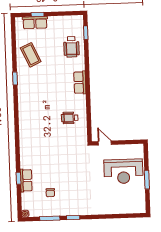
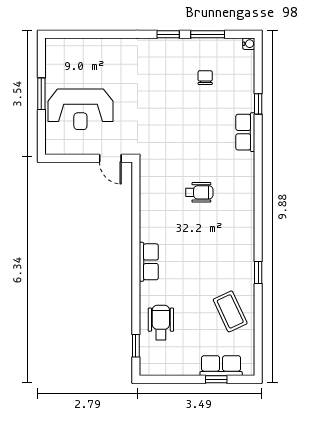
wheelchair: (70, 118) -> (199, 192), moved
reception desk: (123, 171) -> (80, 109), turned 180
row of seats: (26, 180) -> (245, 132), moved

